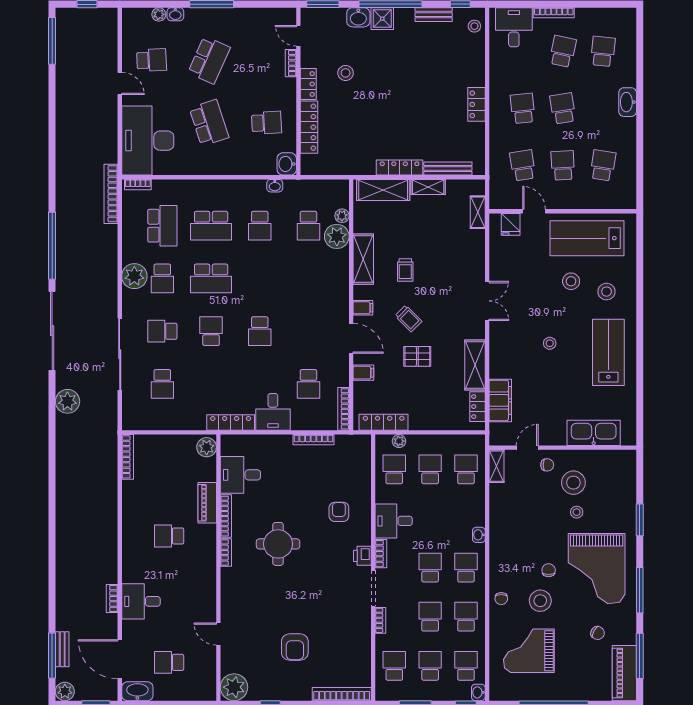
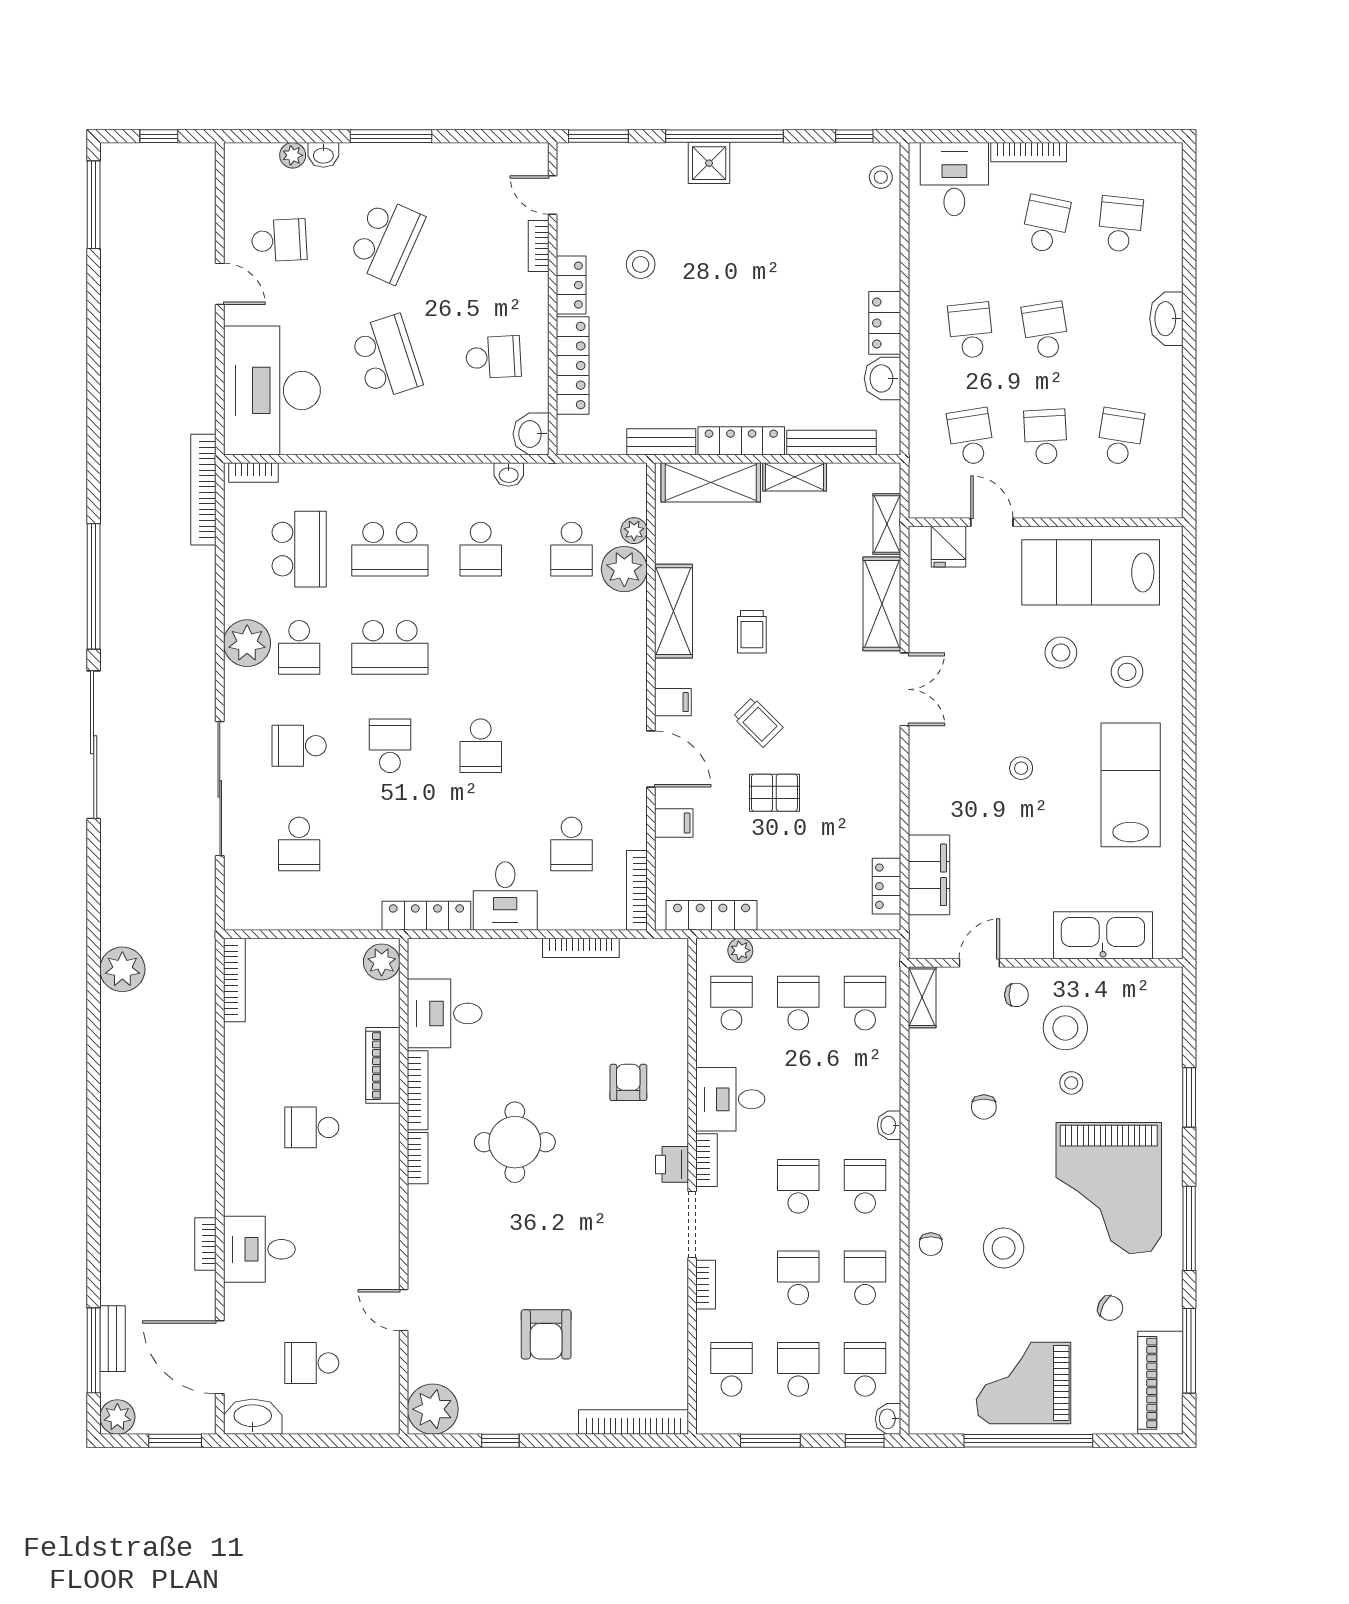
bench: (434, 15) -> (661, 442), moved
washbasin: (358, 17) -> (882, 378), moved, turned 90
shelving: (475, 365) -> (882, 604), moved
plant: (67, 401) -> (122, 969), moved
chair: (549, 570) -> (984, 1107), moved, turned 180
grand piano: (529, 651) -> (1024, 1383), moved

